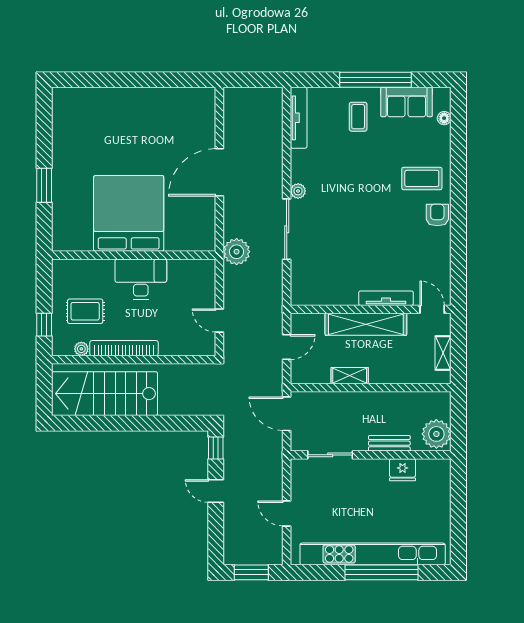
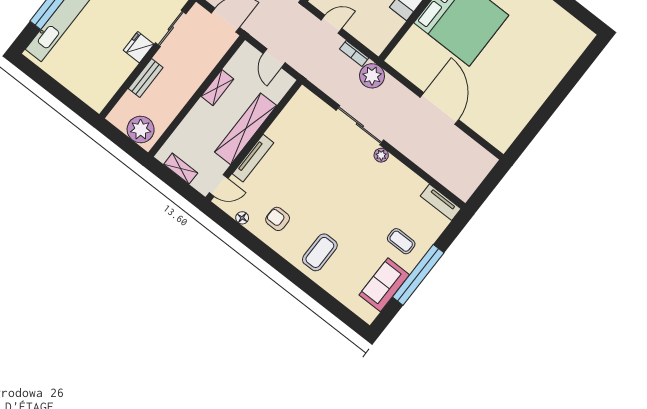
tv unit: (299, 118) -> (441, 202), width x0.71
floor lamp: (444, 118) -> (242, 218), moved
armchair: (437, 215) -> (278, 219), moved, turned 180
bookcase: (229, 282) -> (354, 53), added
plant: (436, 434) -> (141, 129), moved
fridge: (403, 470) -> (139, 47), moved

